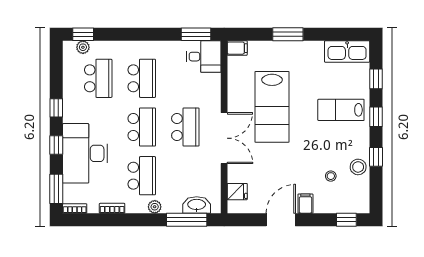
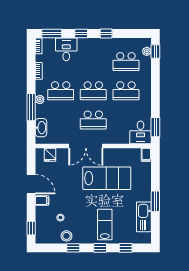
window: (288, 34) -> (155, 201), moved
kitchen sink: (347, 51) -> (144, 217), moved
lab bench: (272, 107) -> (107, 178), turned 180
desk: (85, 153) -> (66, 49), width x0.53, depth x0.77
window: (187, 220) -> (31, 107), moved

